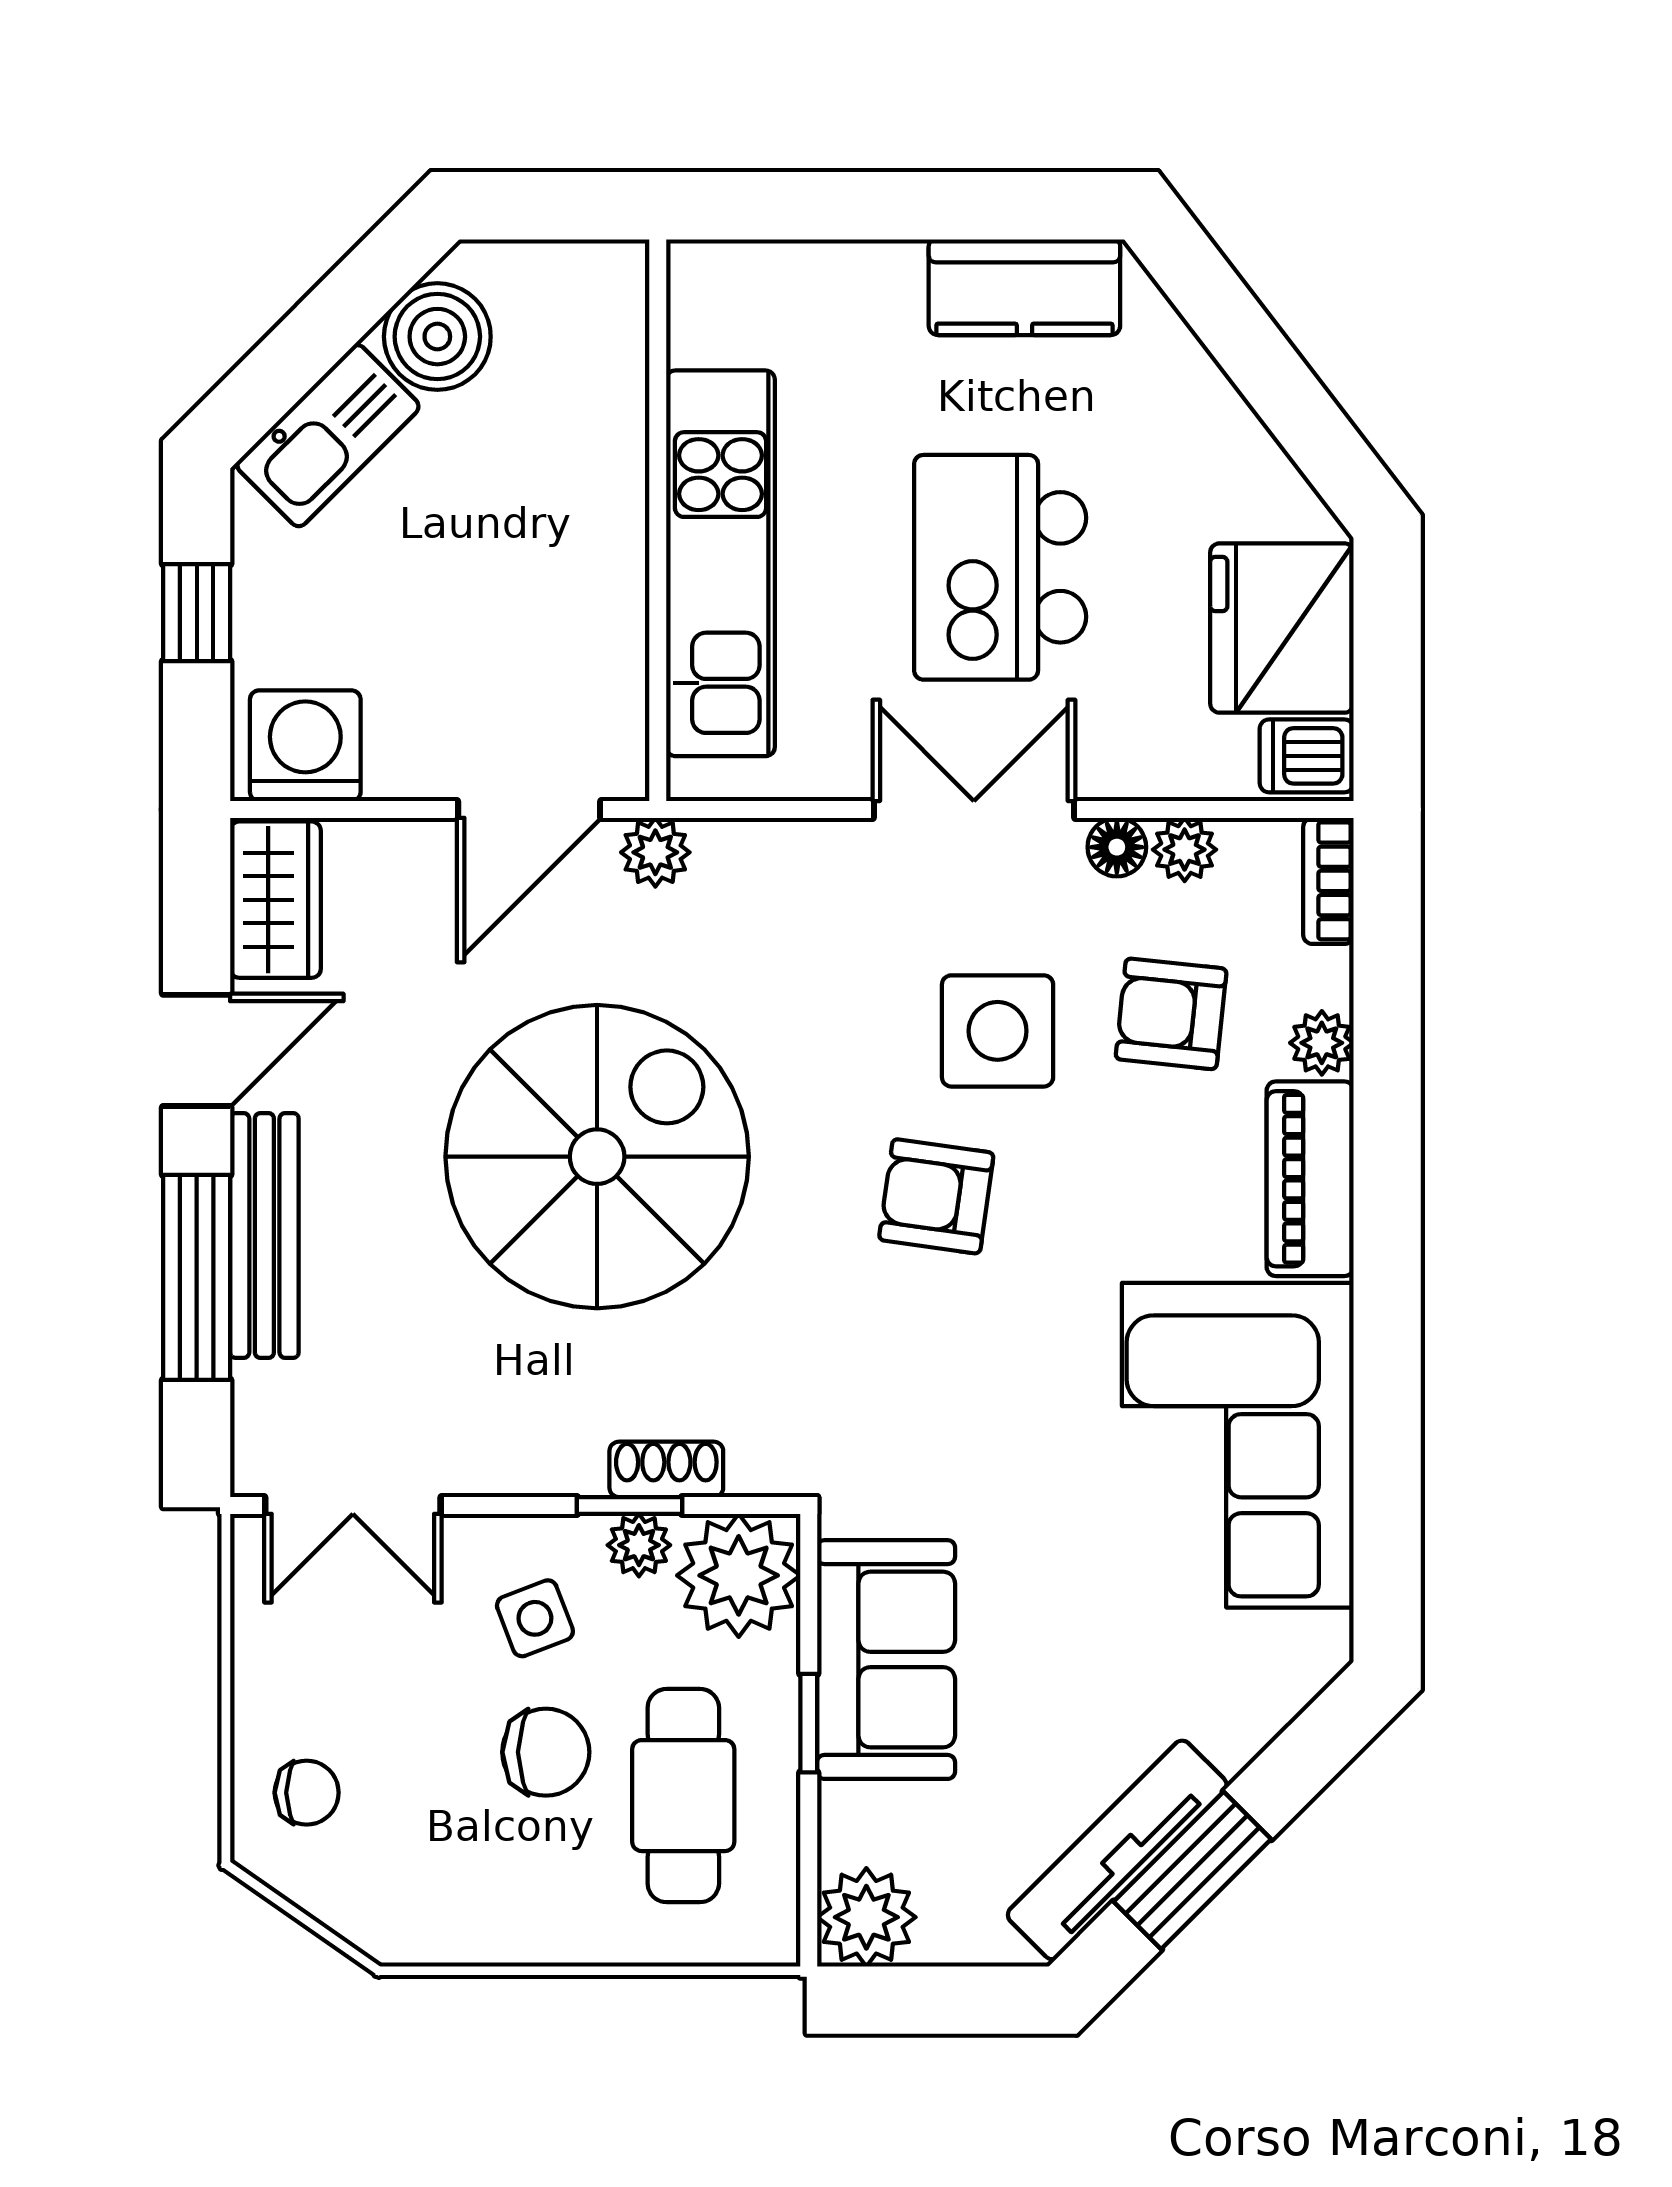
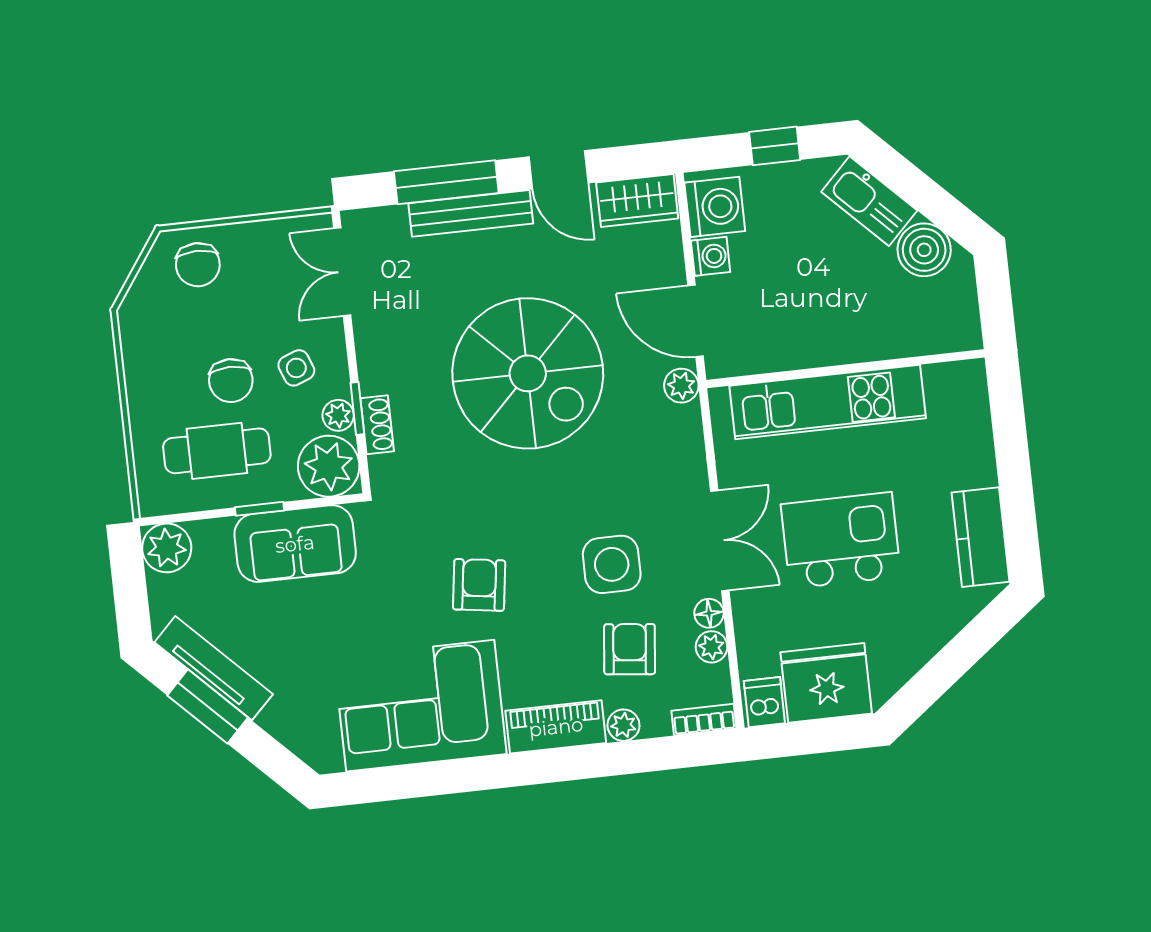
washing machine: (403, 765) -> (711, 256), added
armchair: (936, 1196) -> (479, 585), moved
chair: (307, 1793) -> (198, 265), width x1.37, depth x1.37

